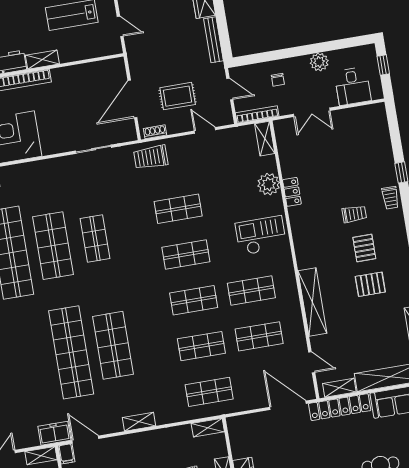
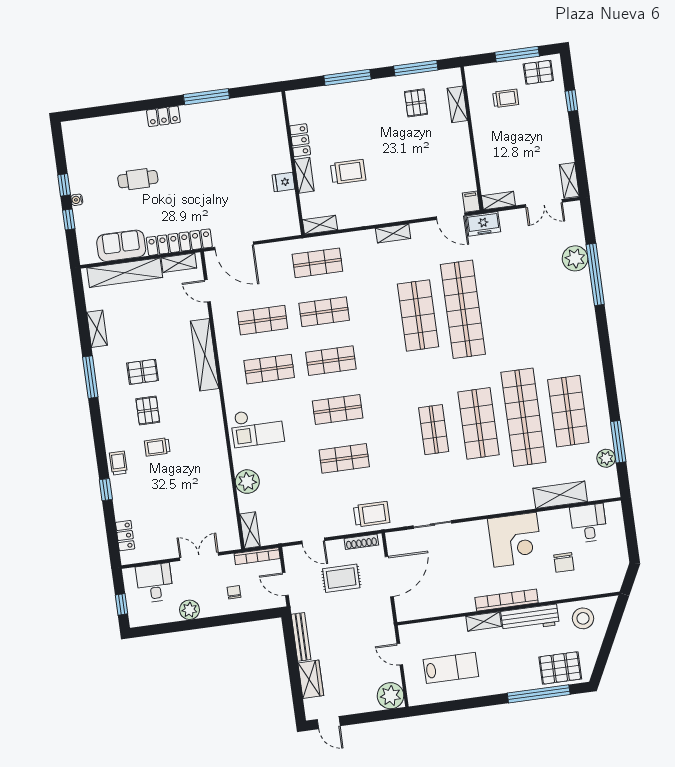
shoe rack: (155, 132) -> (361, 542), width x1.43
locker: (292, 192) -> (125, 536), moved, turned 180

